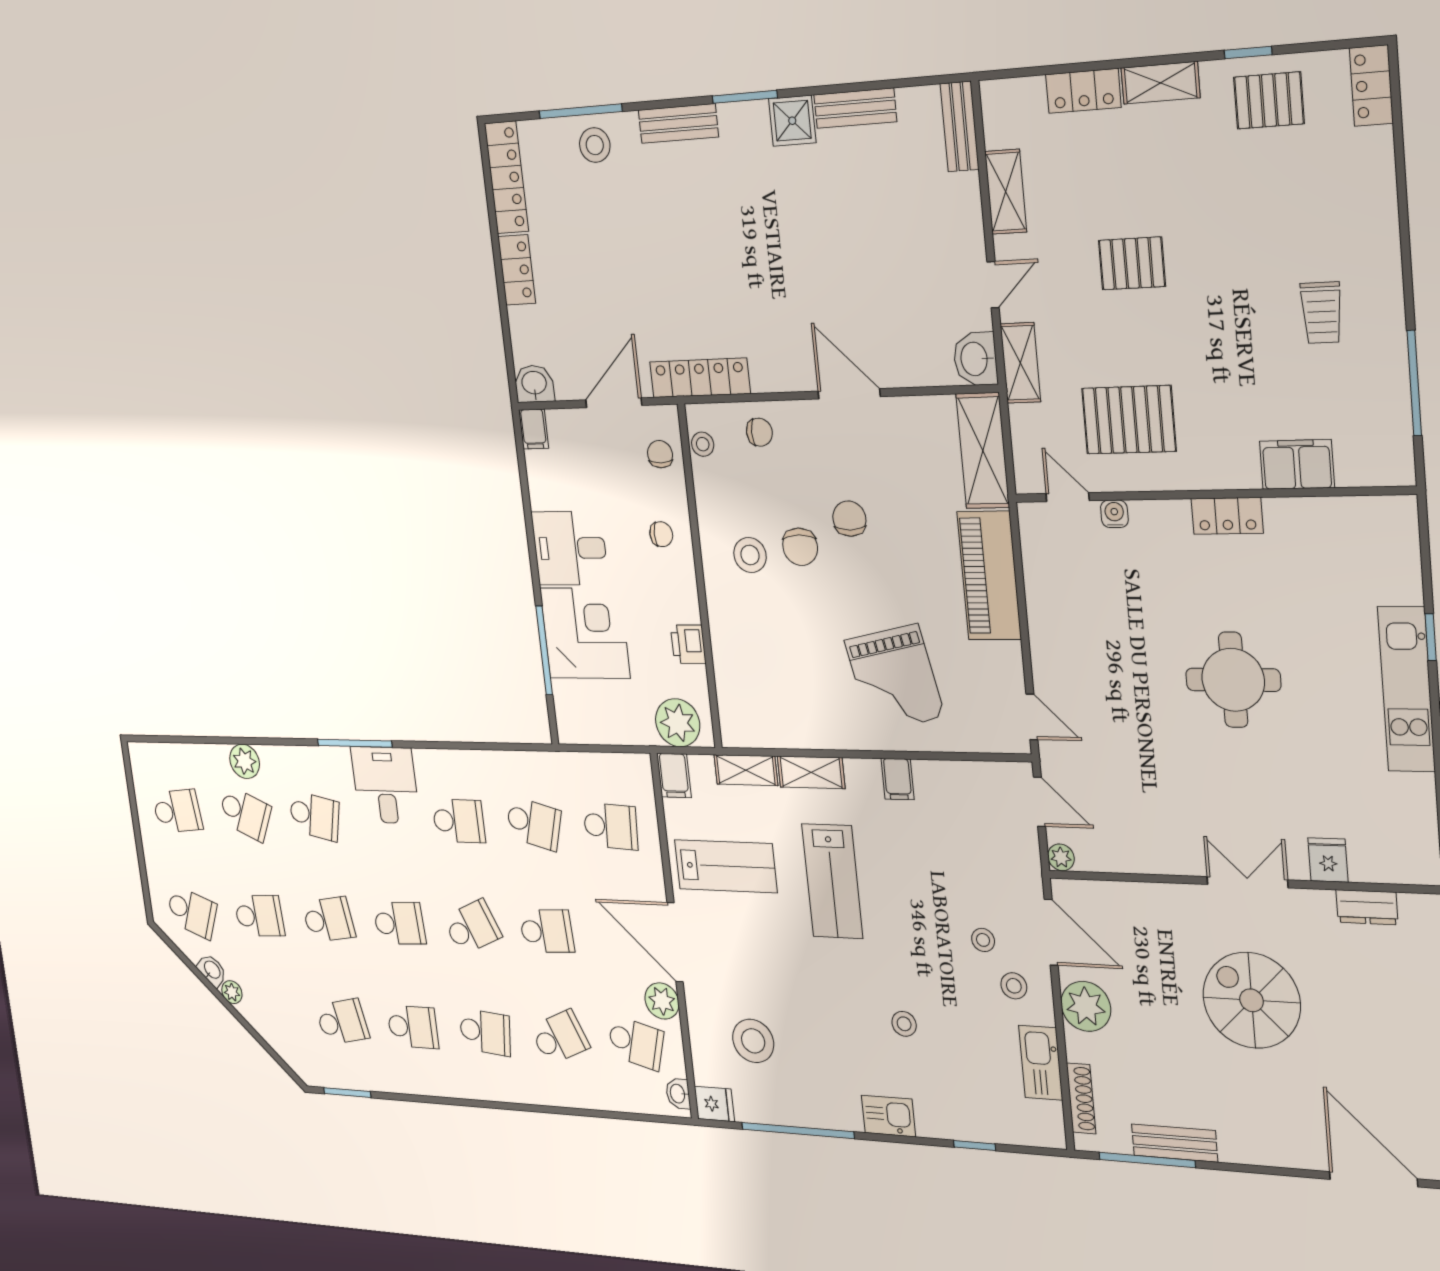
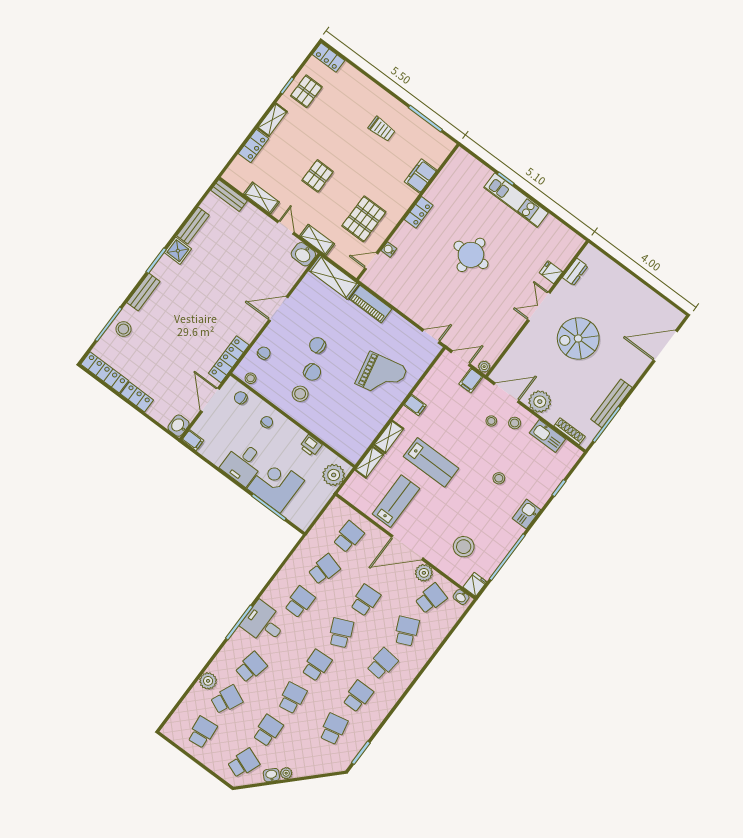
piano: (989, 576) -> (370, 304), width x0.73, depth x0.75
filing cabinet: (674, 775) -> (471, 381), moved, turned 90
bench: (1174, 1143) -> (611, 403), width x1.36

